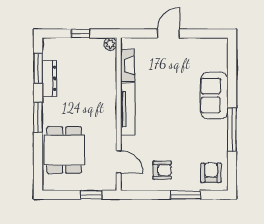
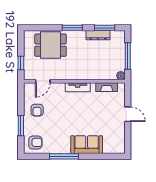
window: (81, 34) -> (128, 56), width x2.17
tv unit: (128, 109) -> (78, 87), width x0.71

